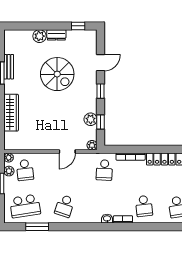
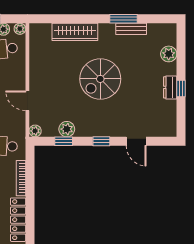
window: (78, 26) -> (181, 88), moved
plant: (39, 36) -> (169, 54), moved
spiral stairs: (57, 74) -> (100, 79), moved

